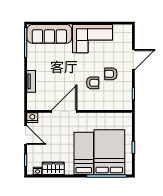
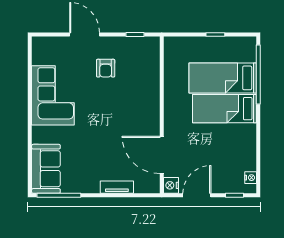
sofa: (49, 34) -> (46, 169), width x0.73
armchair: (93, 83) -> (119, 95), removed
door: (64, 111) -> (162, 155), moved
bed: (109, 152) -> (223, 78), width x0.67
wardrobe: (53, 168) -> (247, 154), removed

